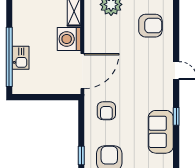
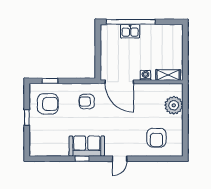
washing machine: (69, 39) -> (145, 75), width x0.53, depth x0.53
sofa: (161, 132) -> (87, 146), moved

